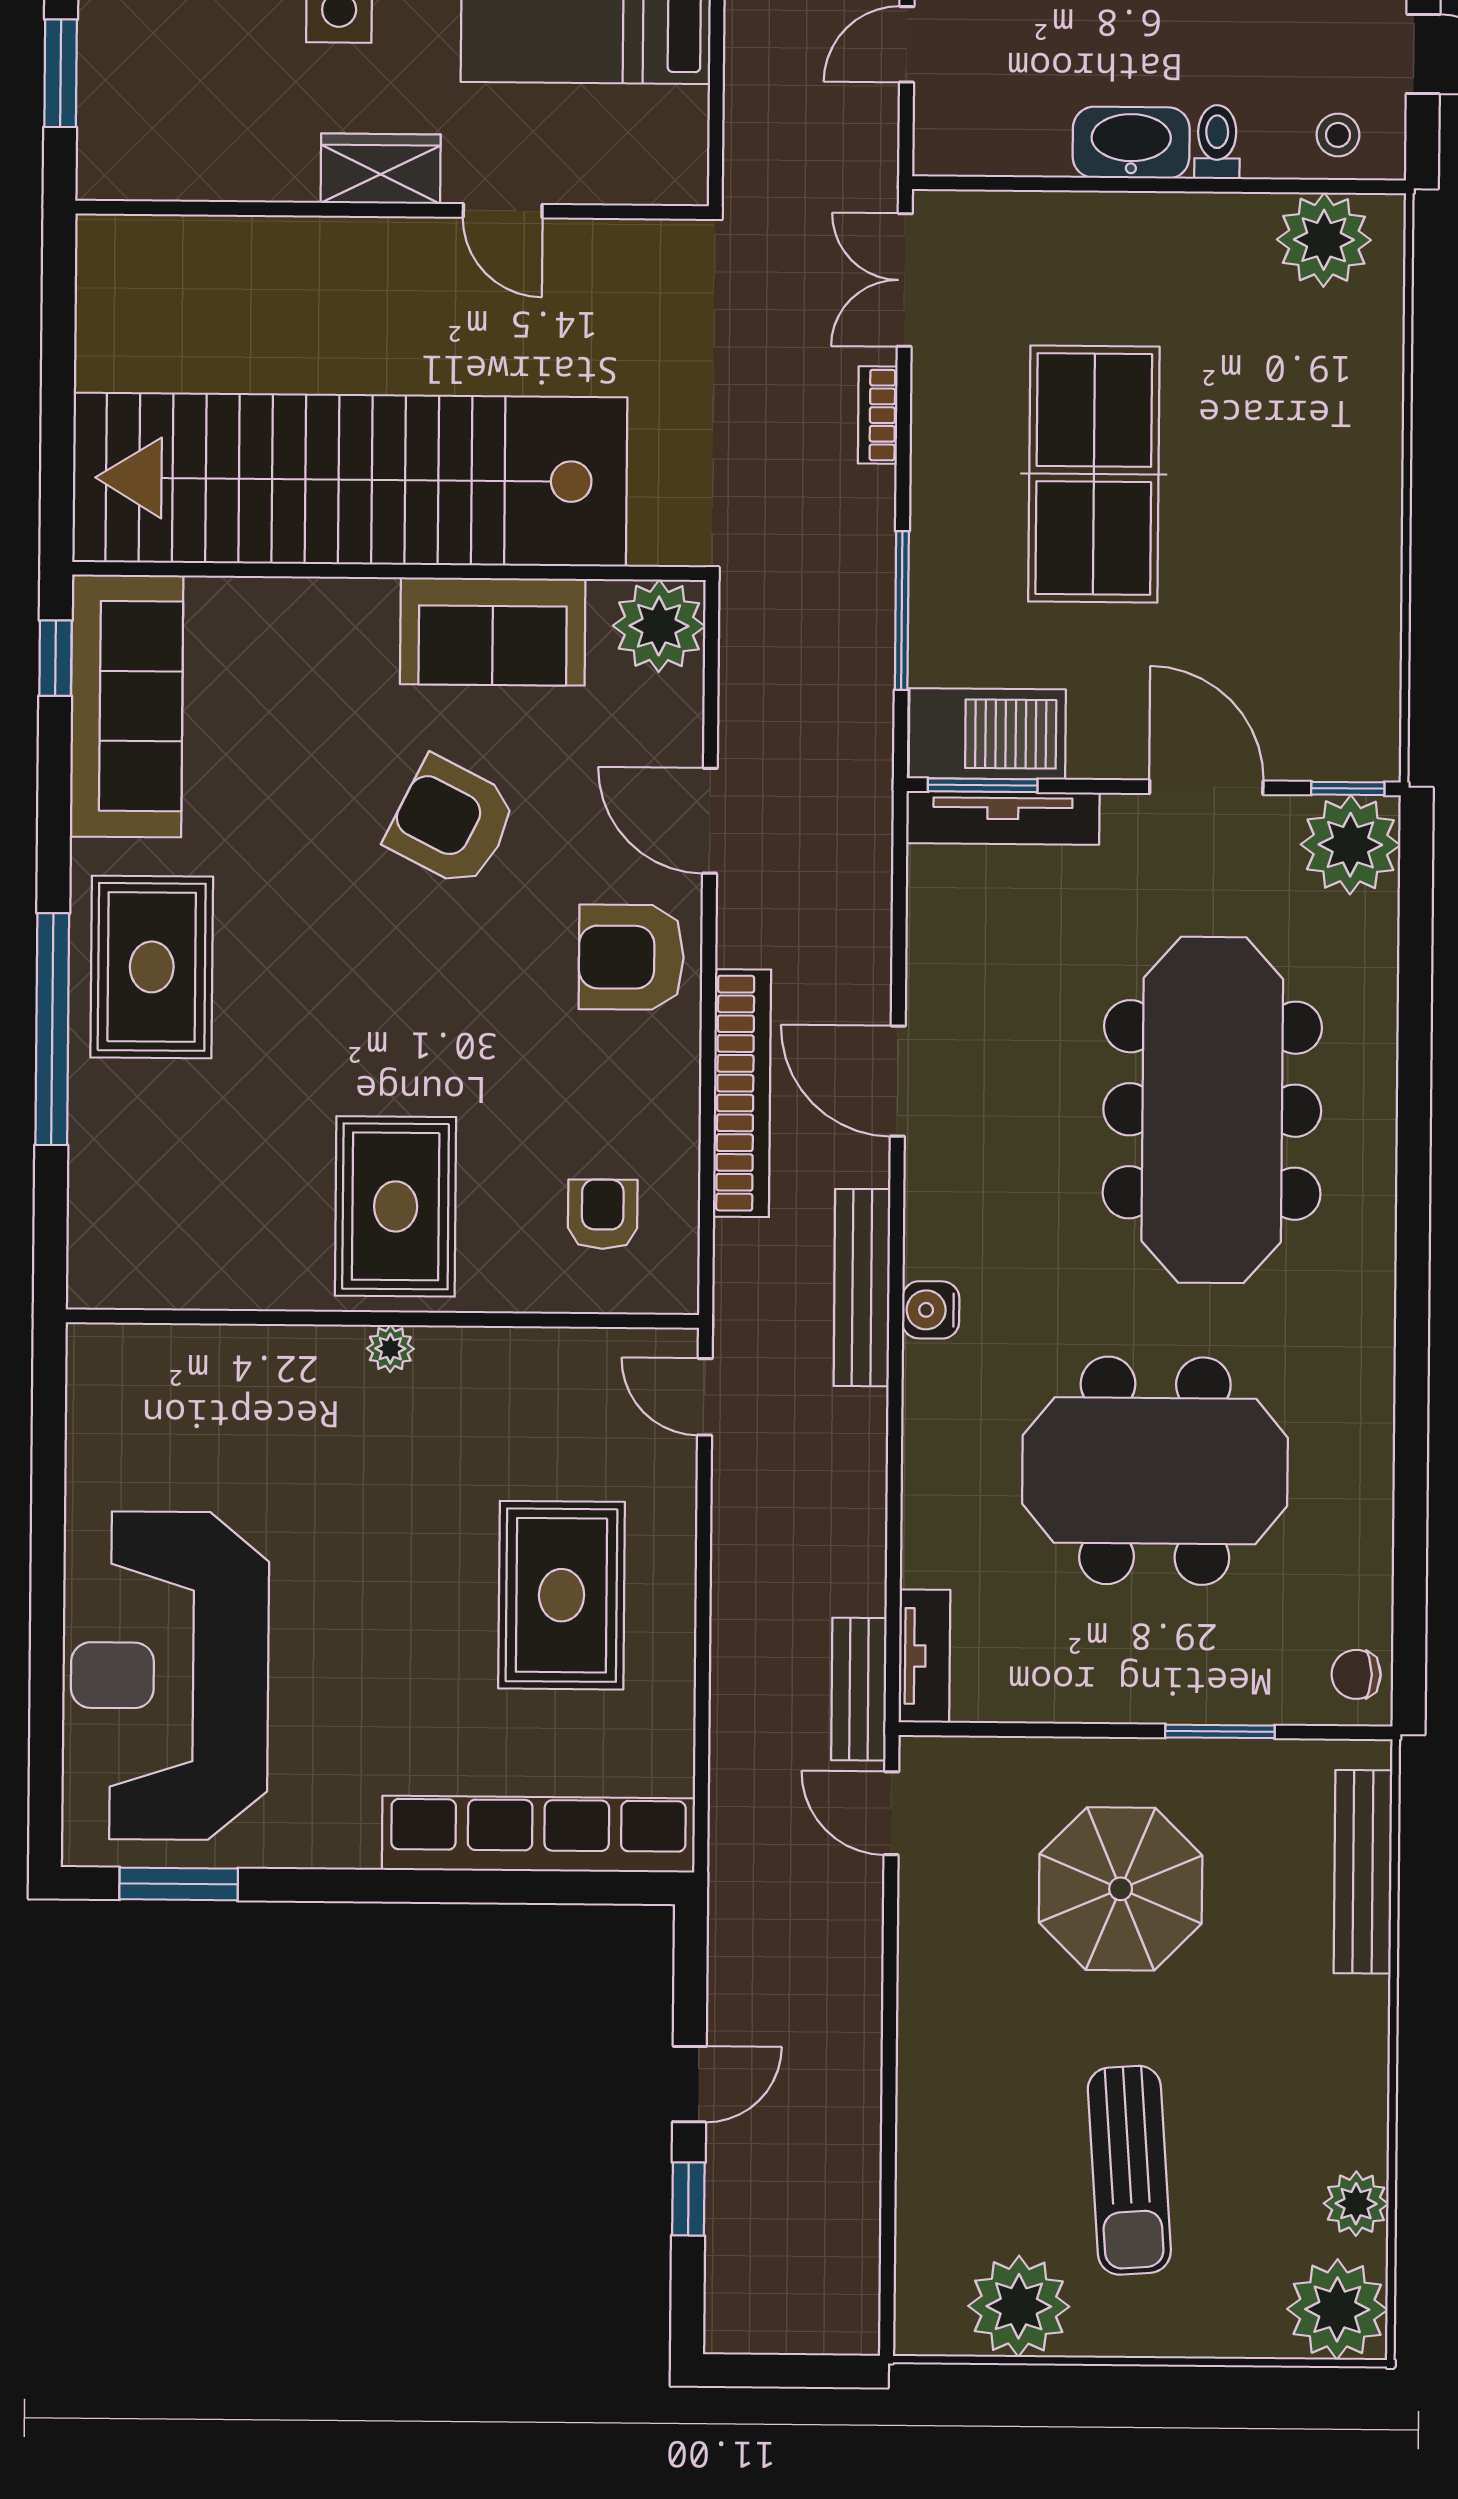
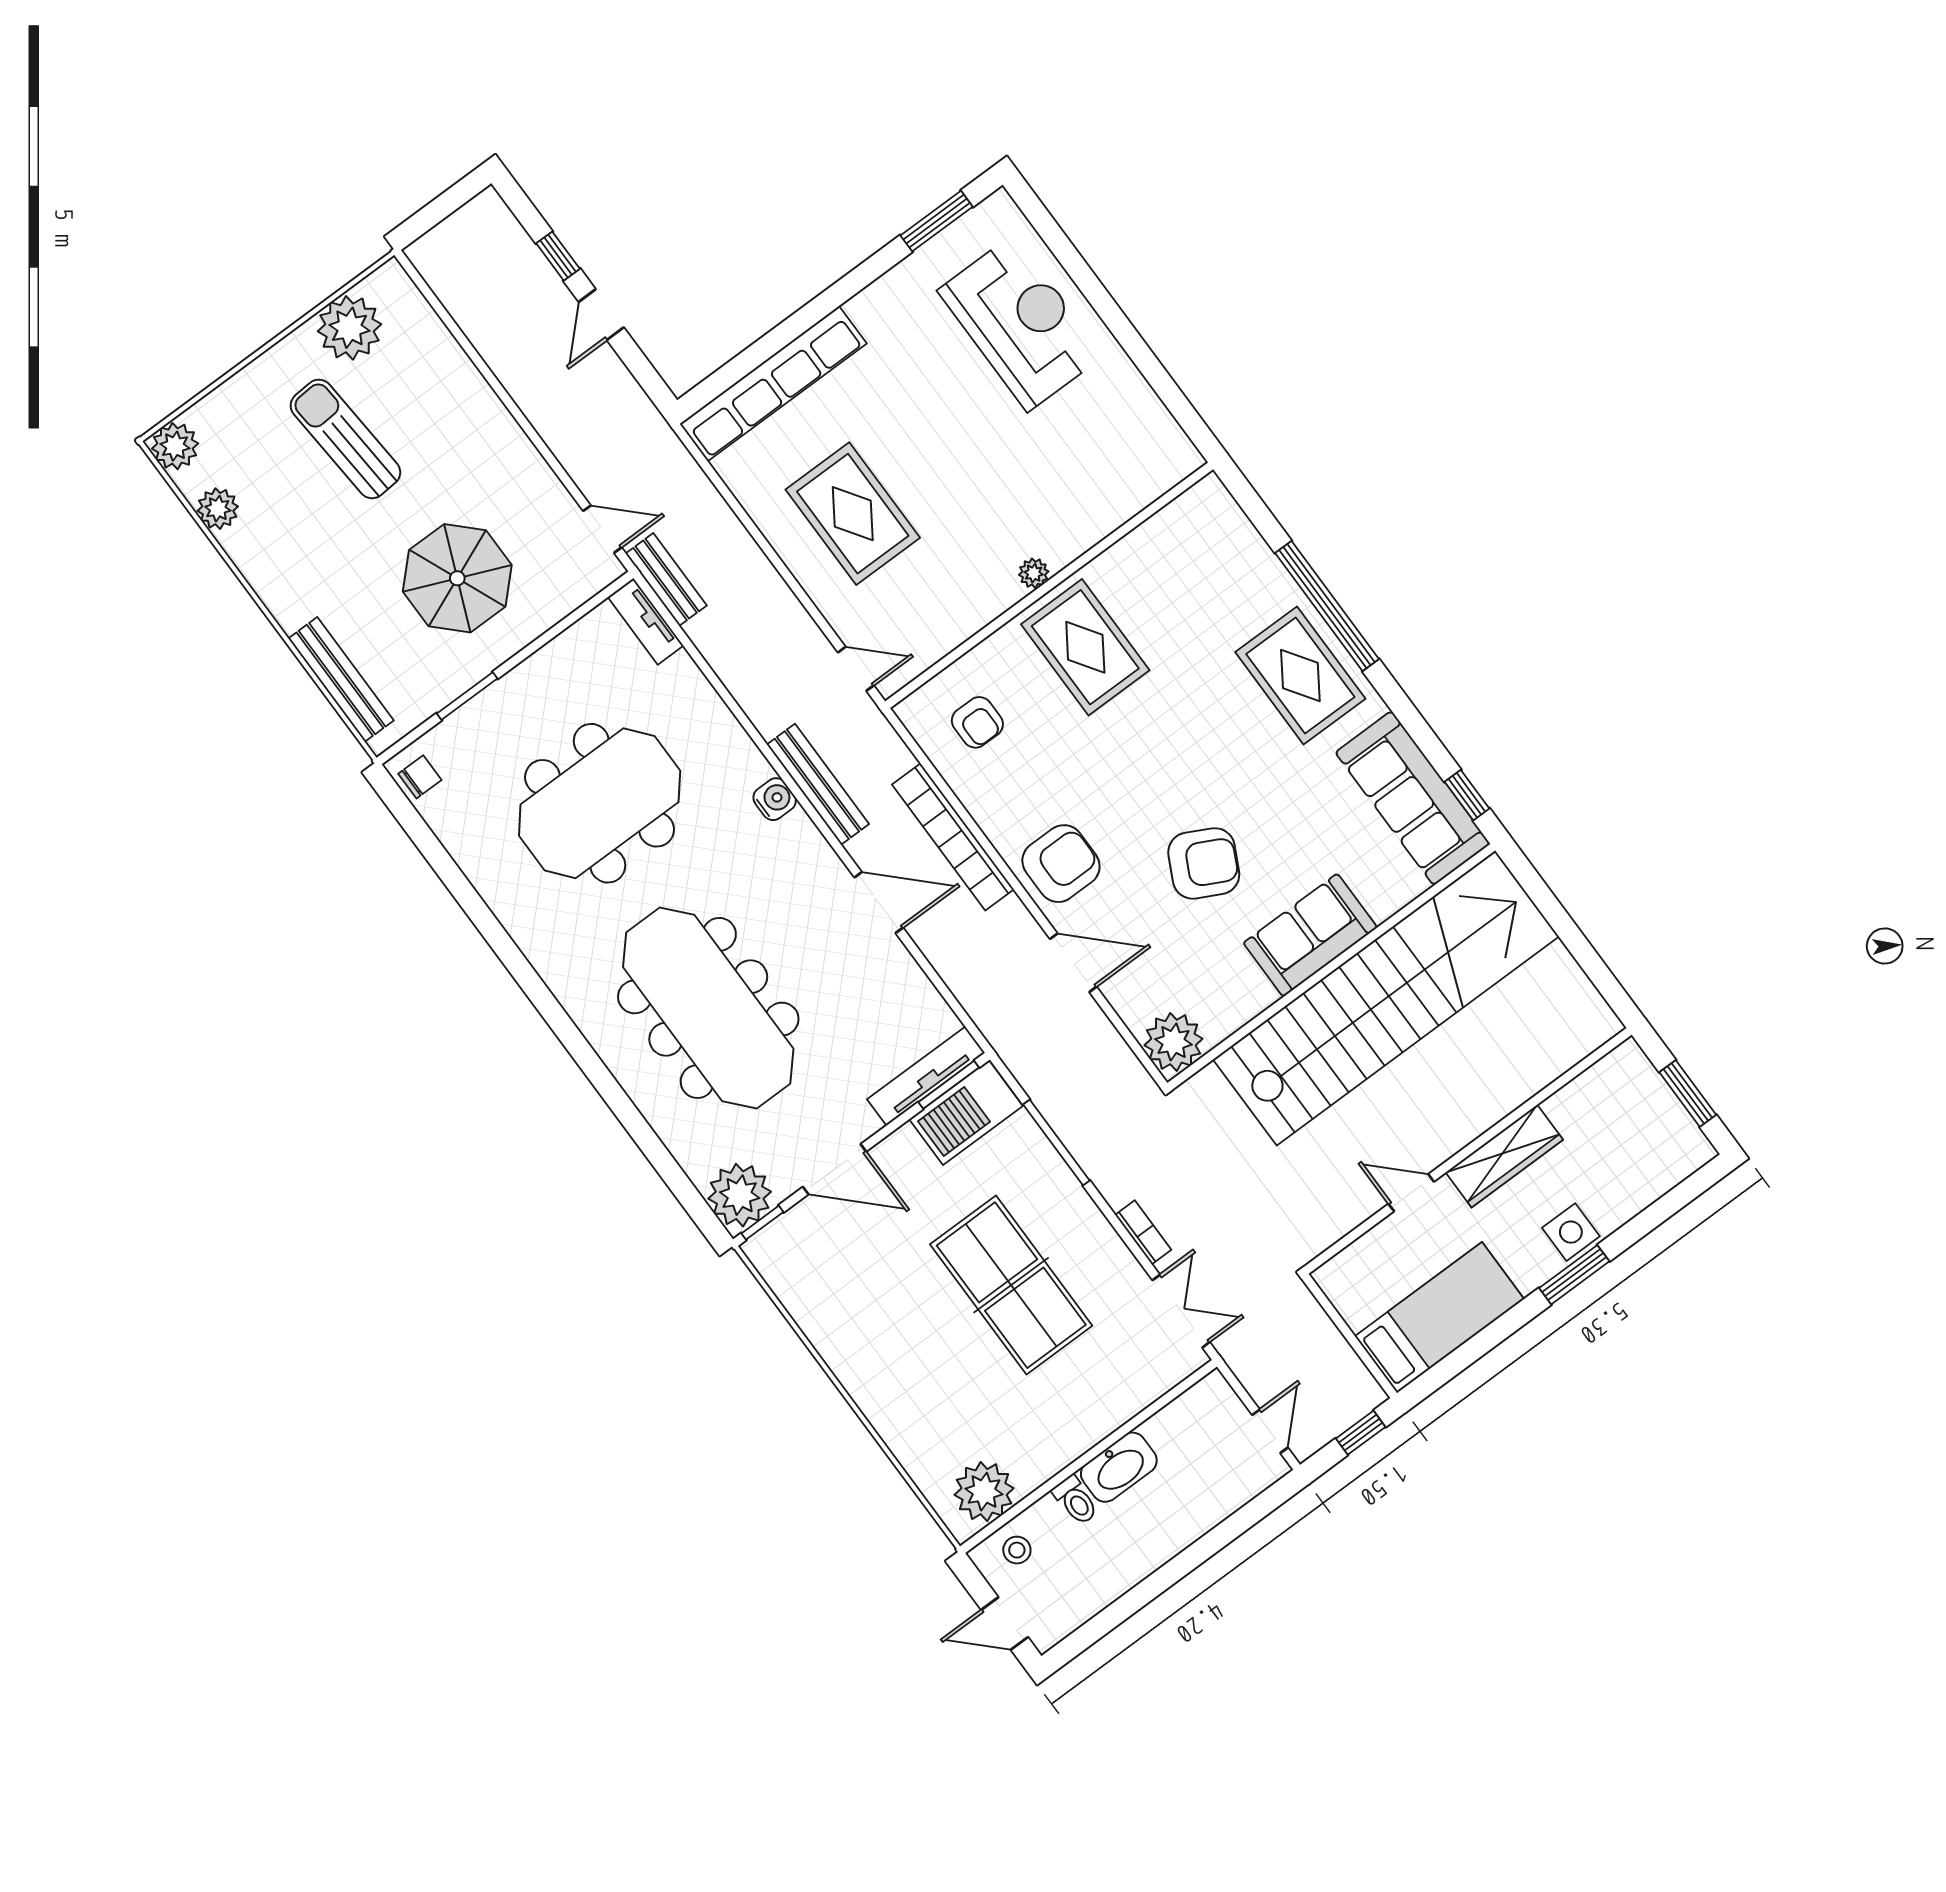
wardrobe: (381, 169) -> (1504, 1156), width x1.50
sofa: (493, 632) -> (1310, 935), moved
reception desk: (170, 1676) -> (1021, 323), width x0.74, depth x0.77
plant: (1337, 2309) -> (175, 446), width x0.73, depth x0.73

